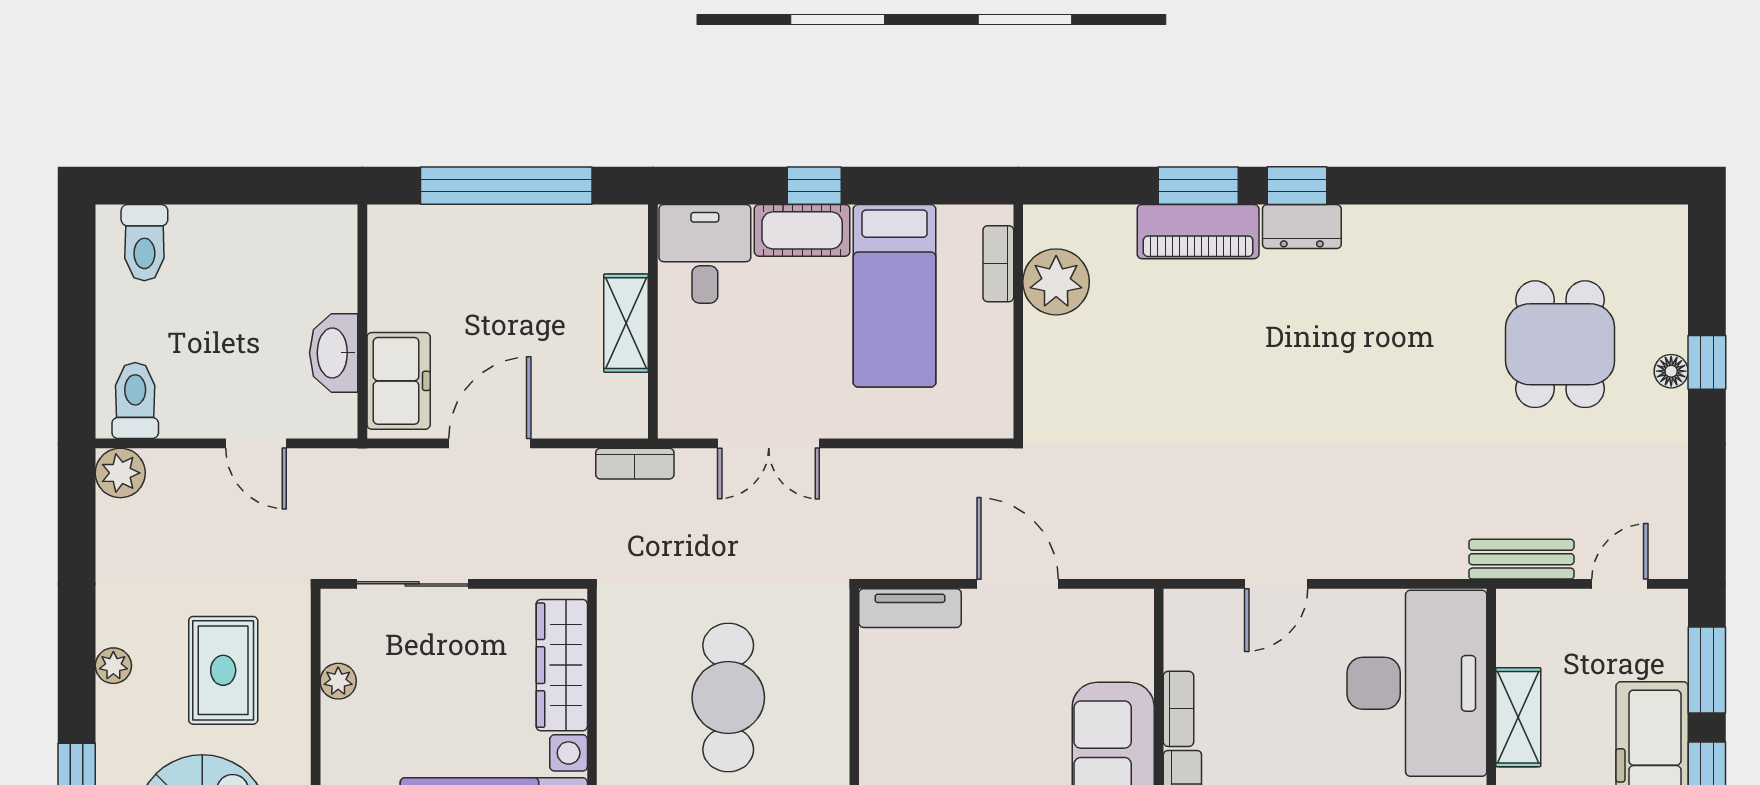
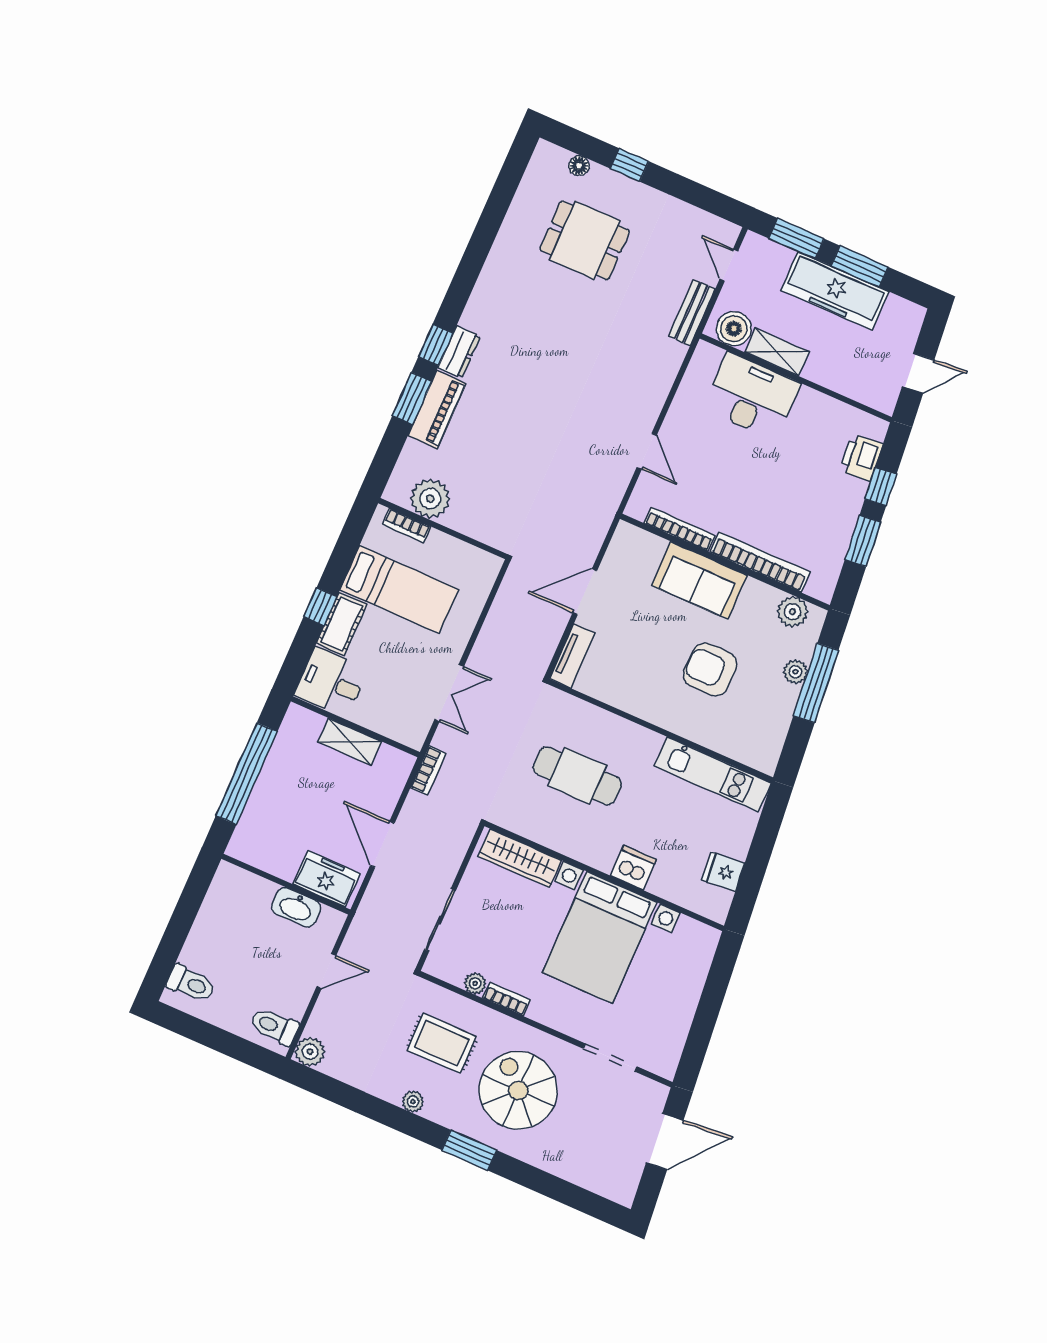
floor lamp: (1671, 371) -> (579, 166), moved
boiler: (1525, 635) -> (734, 329), added
desk: (1417, 683) -> (752, 396), width x0.73, depth x0.77
bookcase: (1178, 709) -> (680, 529), width x1.56
bookcase: (335, 740) -> (506, 999), added

